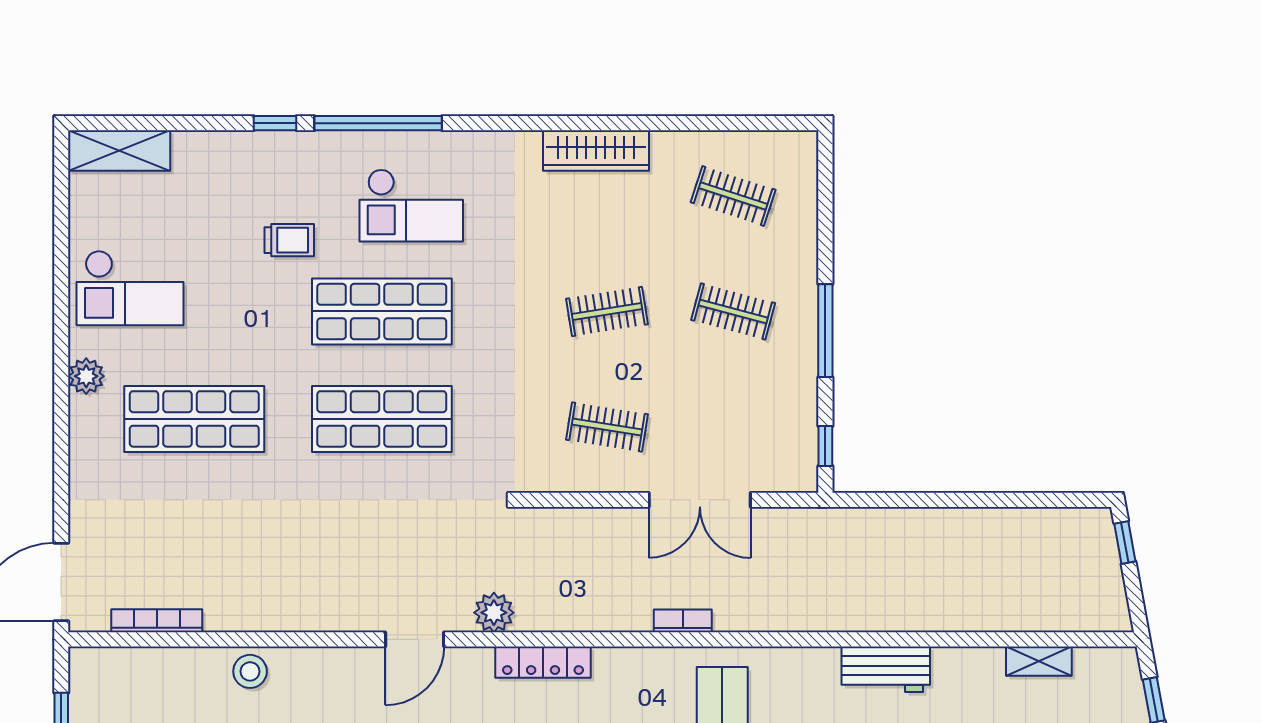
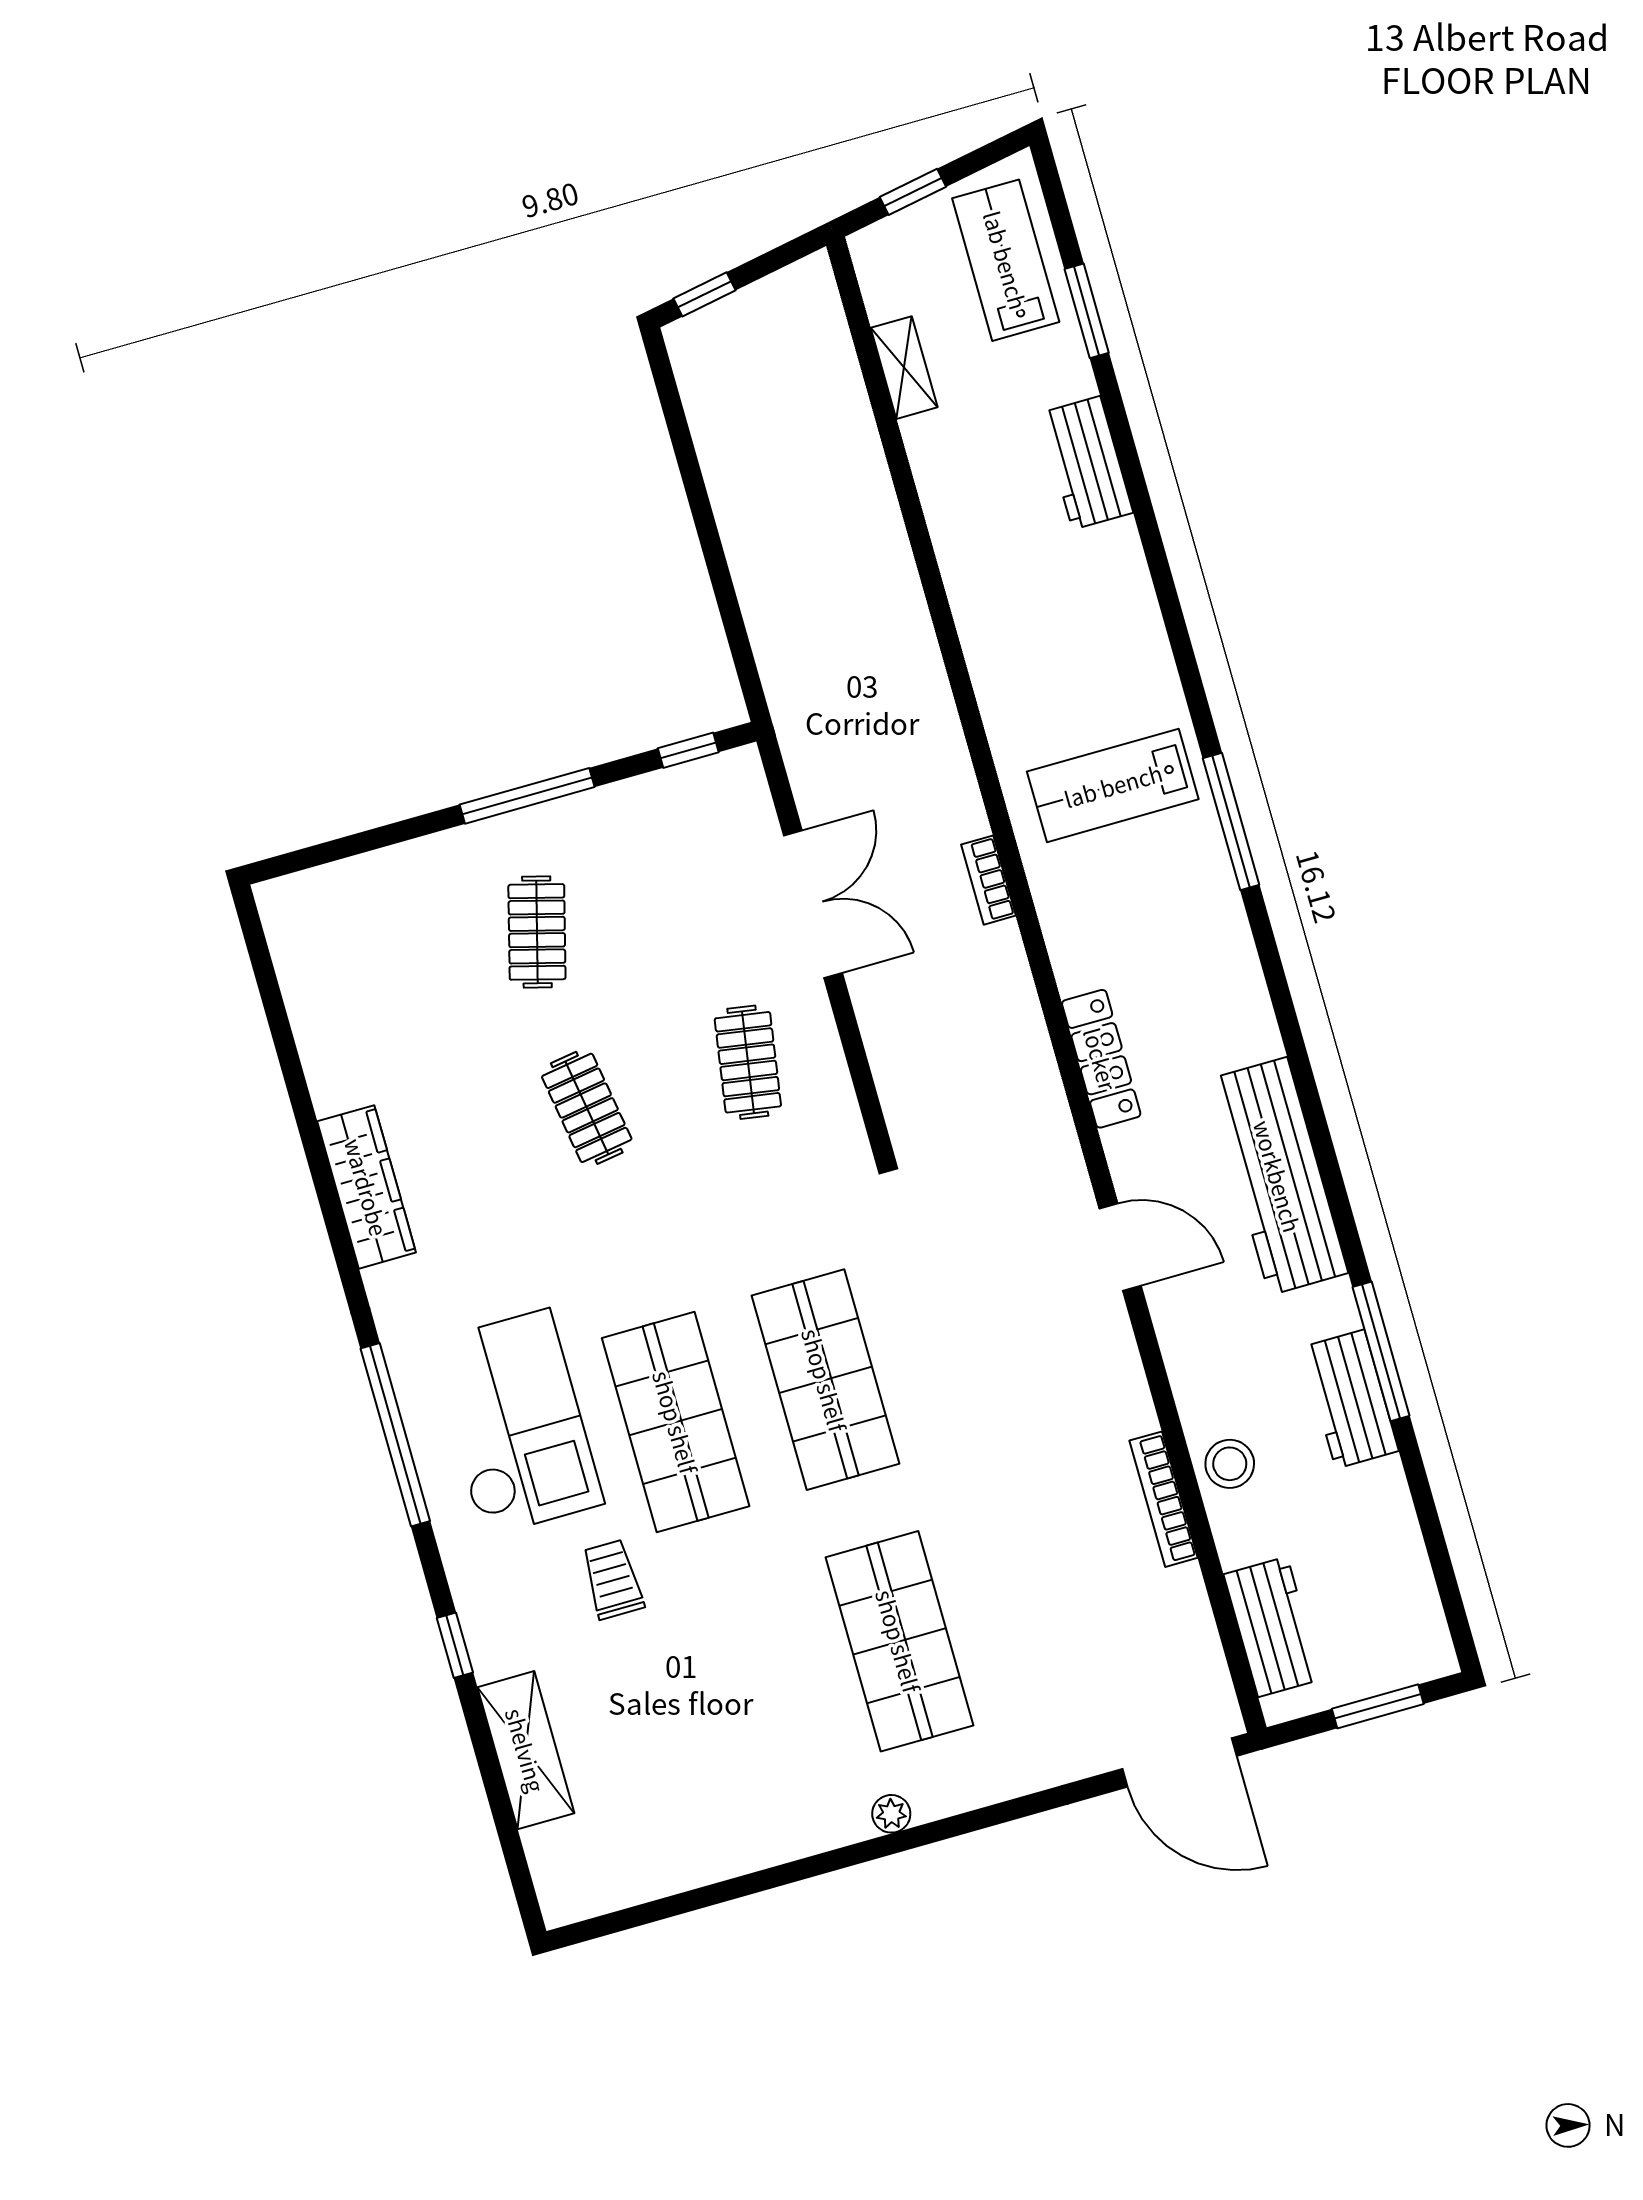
window: (378, 123) -> (395, 1435), moved
shelving: (119, 150) -> (526, 1750), moved
clothes rail: (733, 196) -> (376, 978), removed
checkout: (411, 205) -> (516, 1423), width x1.36, depth x1.21
checkout: (130, 288) -> (742, 1783), removed
plant: (86, 376) -> (891, 1814), width x0.73, depth x0.73
plant: (494, 613) -> (1051, 1147), removed
bookcase: (157, 621) -> (1164, 1499), moved
workbench: (886, 669) -> (1273, 1627), moved

